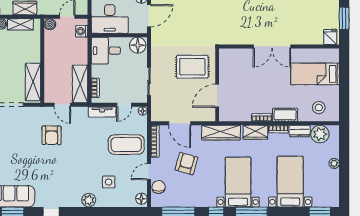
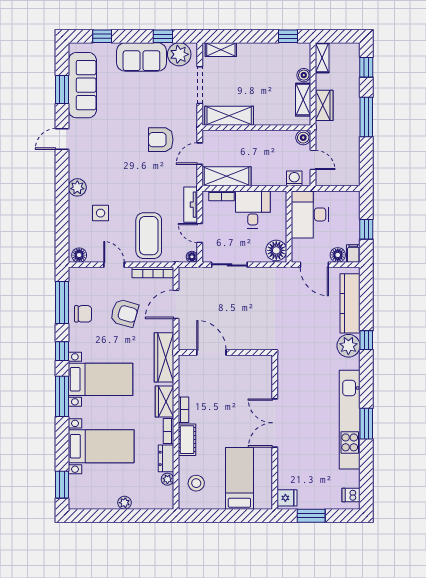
desk: (106, 51) -> (253, 209), moved
rug: (192, 67) -> (249, 321), removed
plant: (320, 134) -> (167, 479), width x0.53, depth x0.53
chair: (159, 187) -> (83, 314), moved

